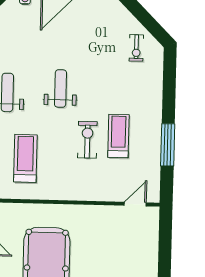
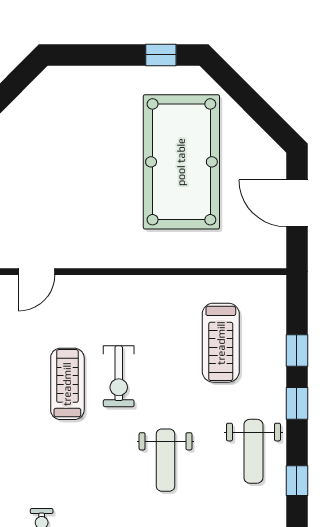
treadmill: (118, 136) -> (67, 384), turned 180

